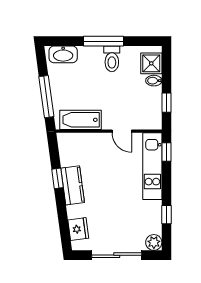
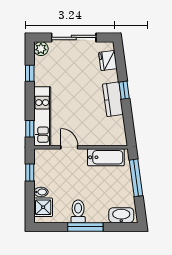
window: (58, 178) -> (124, 90), moved

